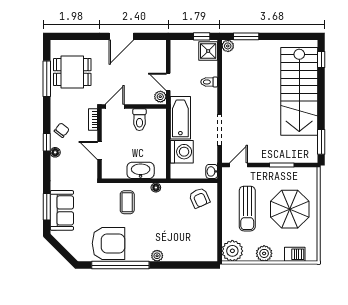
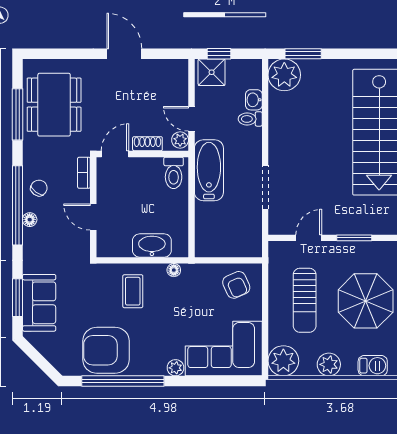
door: (121, 36) -> (124, 54), swing flipped
window: (202, 36) -> (219, 54), moved
plant: (228, 46) -> (284, 75), width x1.88, depth x1.88
shower: (208, 51) -> (212, 72), moved
dining table: (72, 72) -> (54, 105), width x1.38
shoe rack: (137, 99) -> (147, 144), added
toilet: (139, 120) -> (174, 173), moved
window: (47, 142) -> (18, 205), width x3.17
washing machine: (182, 152) -> (211, 219), removed
door: (239, 165) -> (309, 238), moved
washbasin: (212, 171) -> (254, 100), moved
corner sofa: (191, 242) -> (224, 349), added
armchair: (108, 243) -> (106, 350), turned 180

